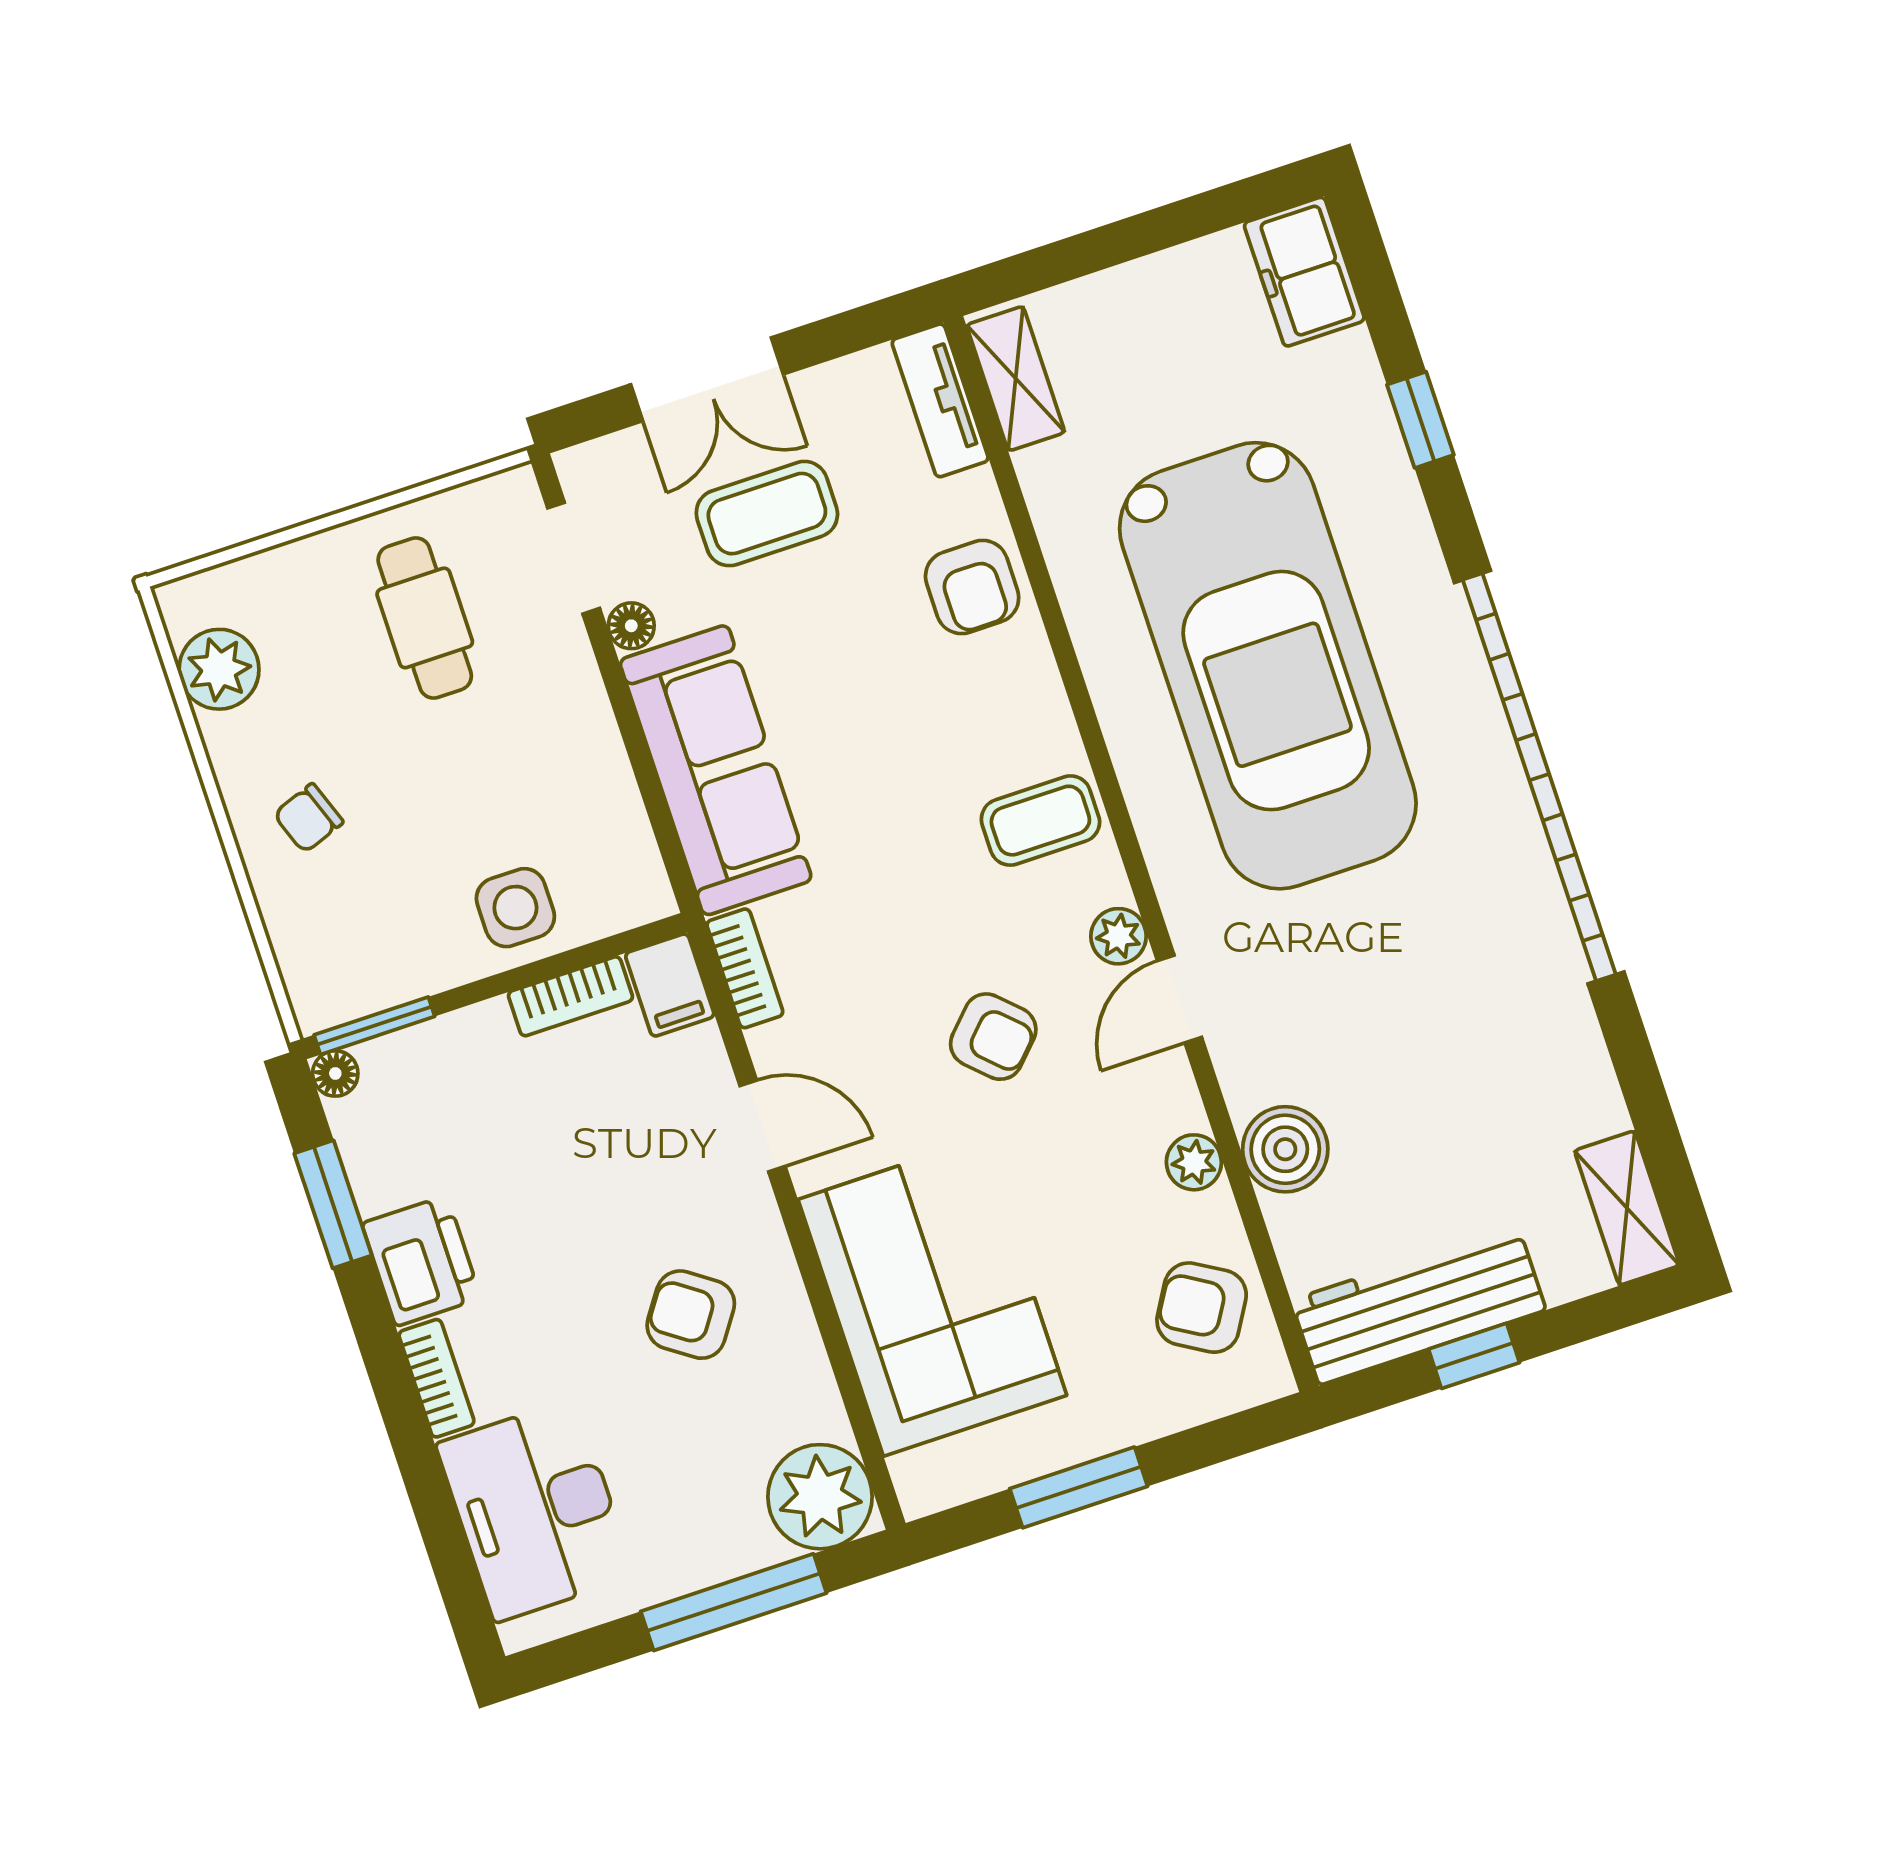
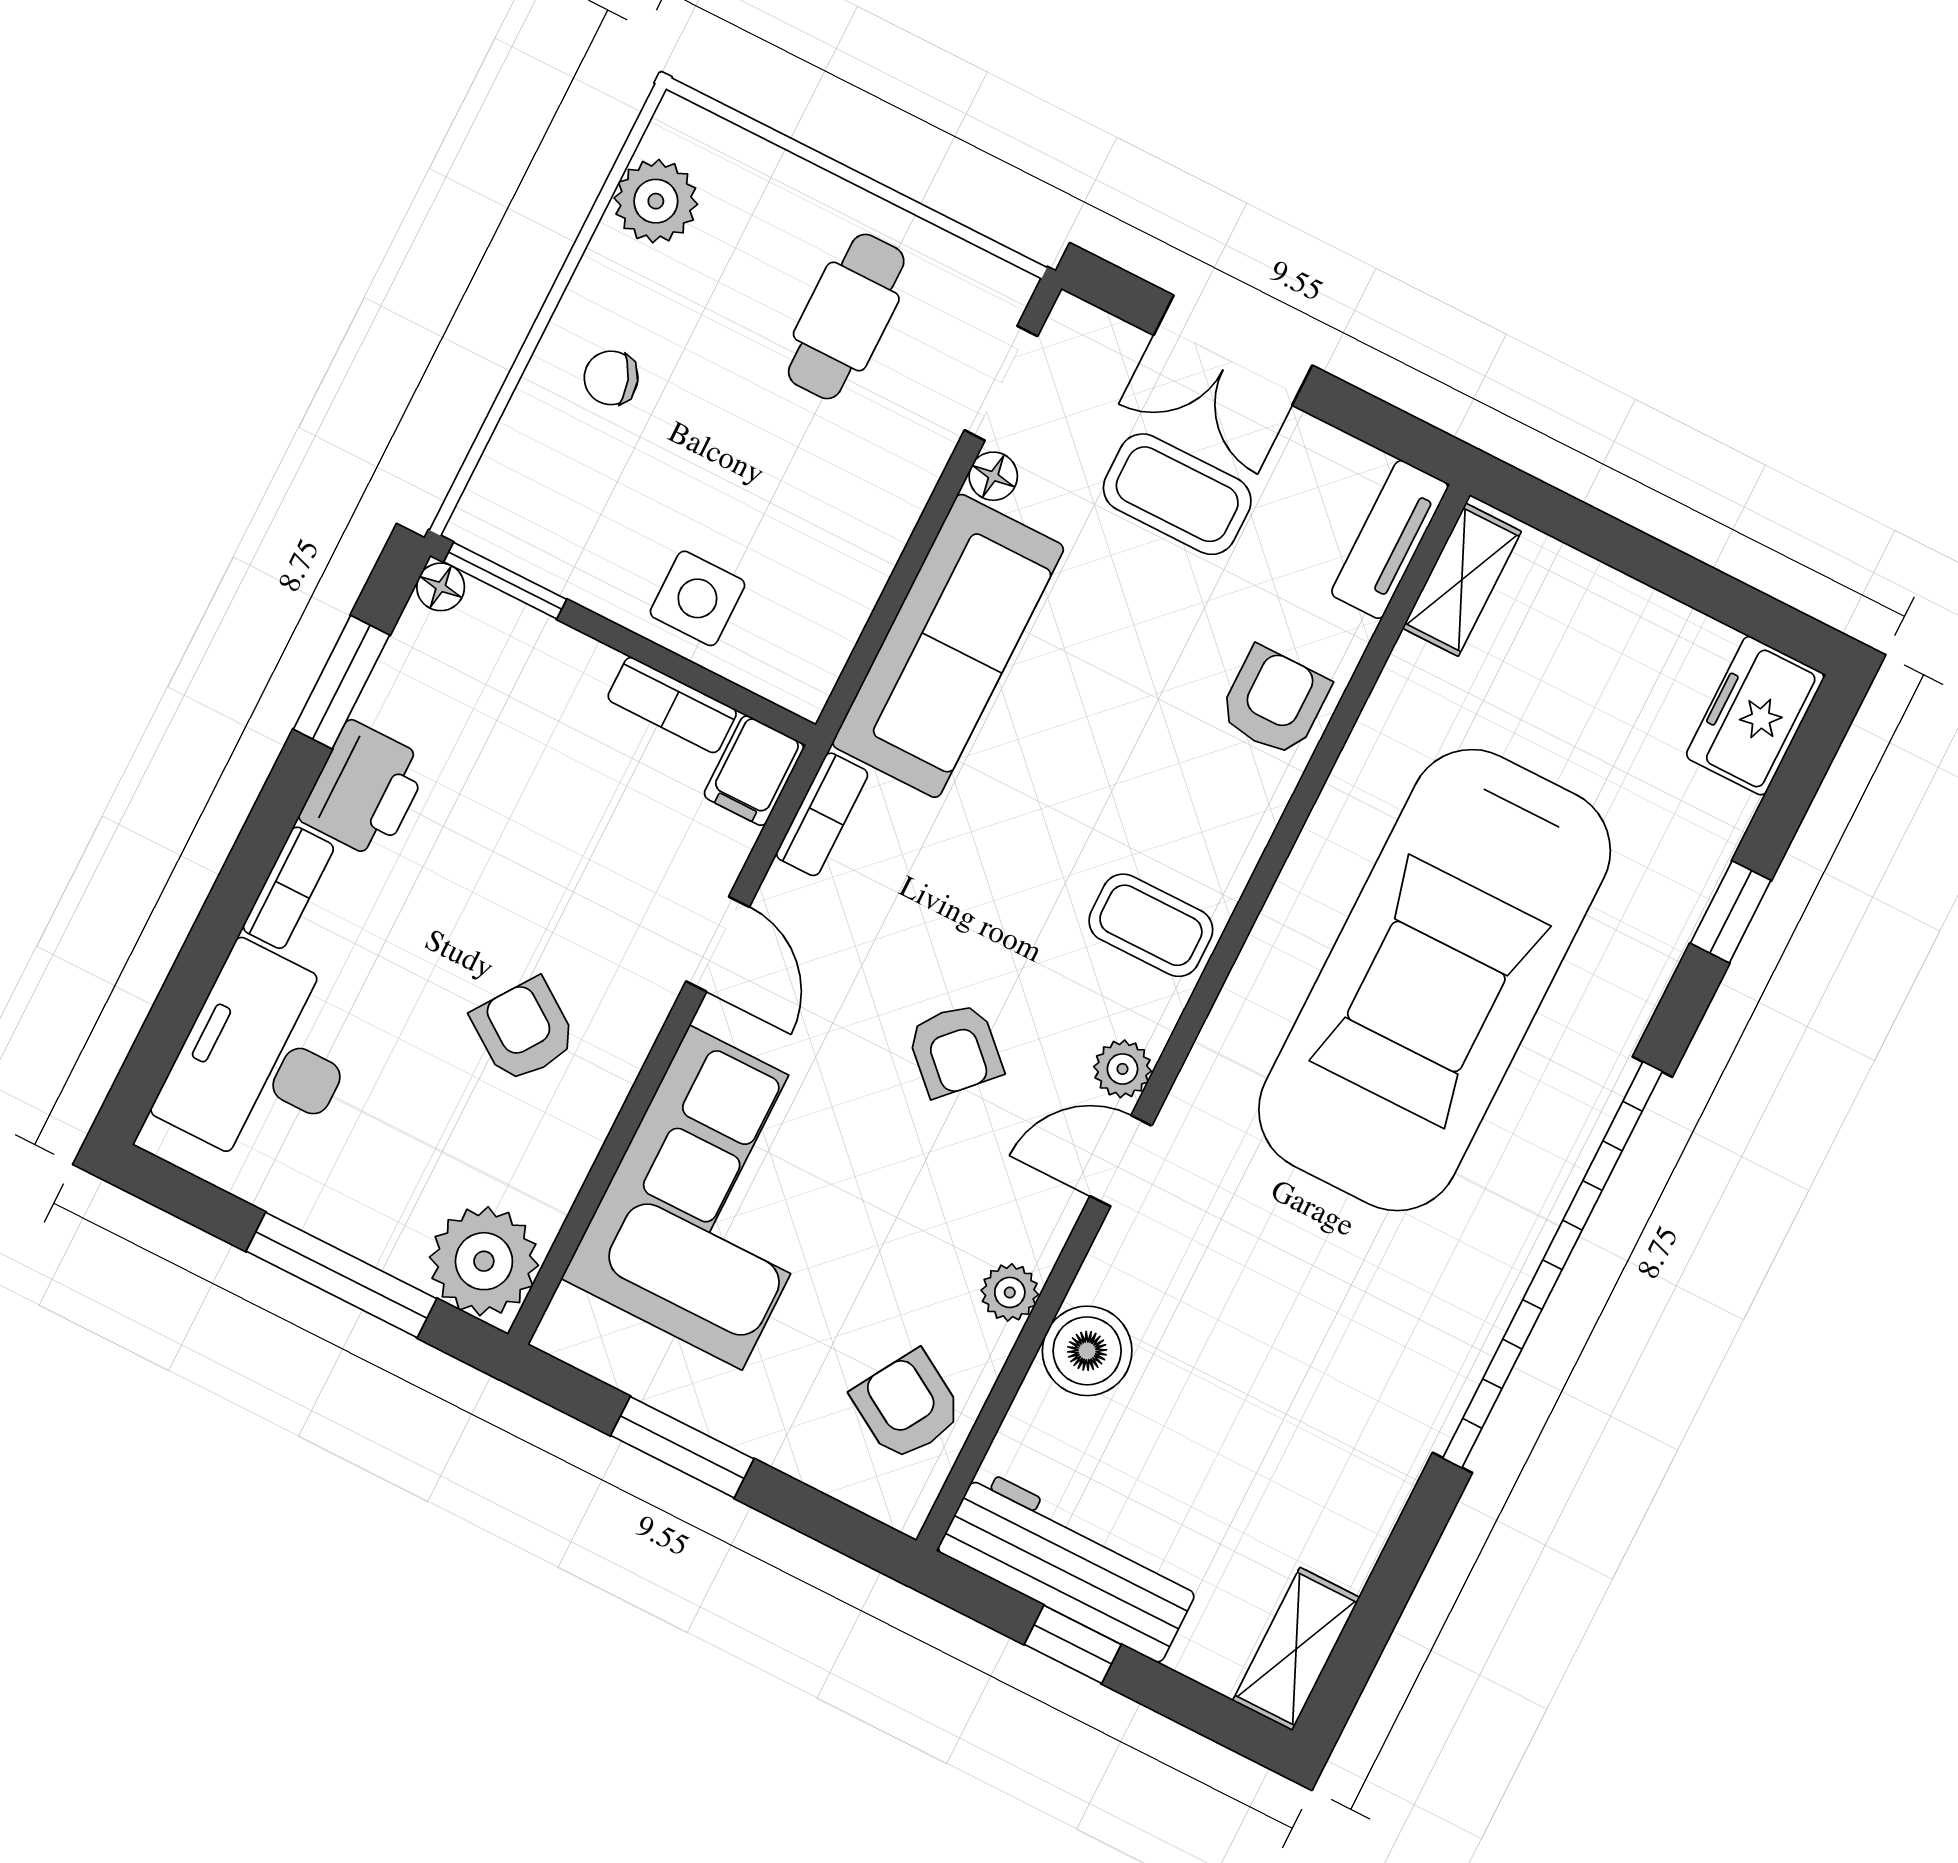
armchair: (972, 587) -> (1274, 701), turned 180

